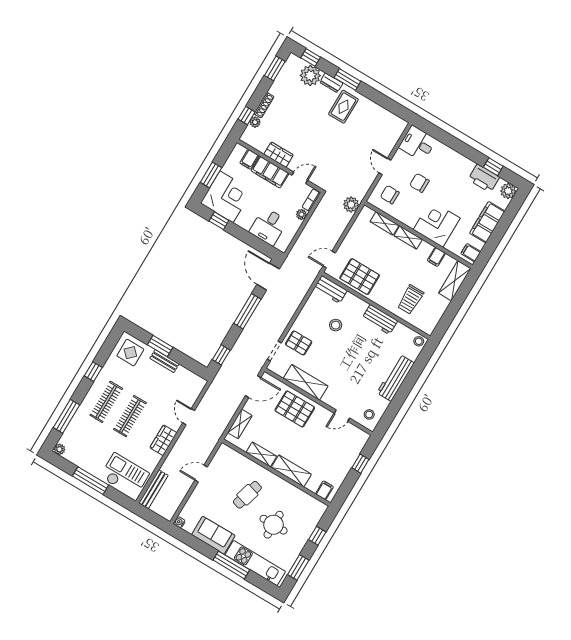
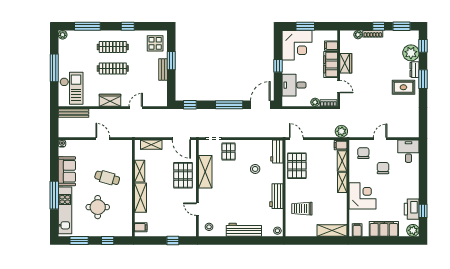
window: (247, 116) -> (379, 26), moved
window: (219, 221) -> (278, 66), moved
filing cabinet: (436, 257) -> (341, 145), moved

